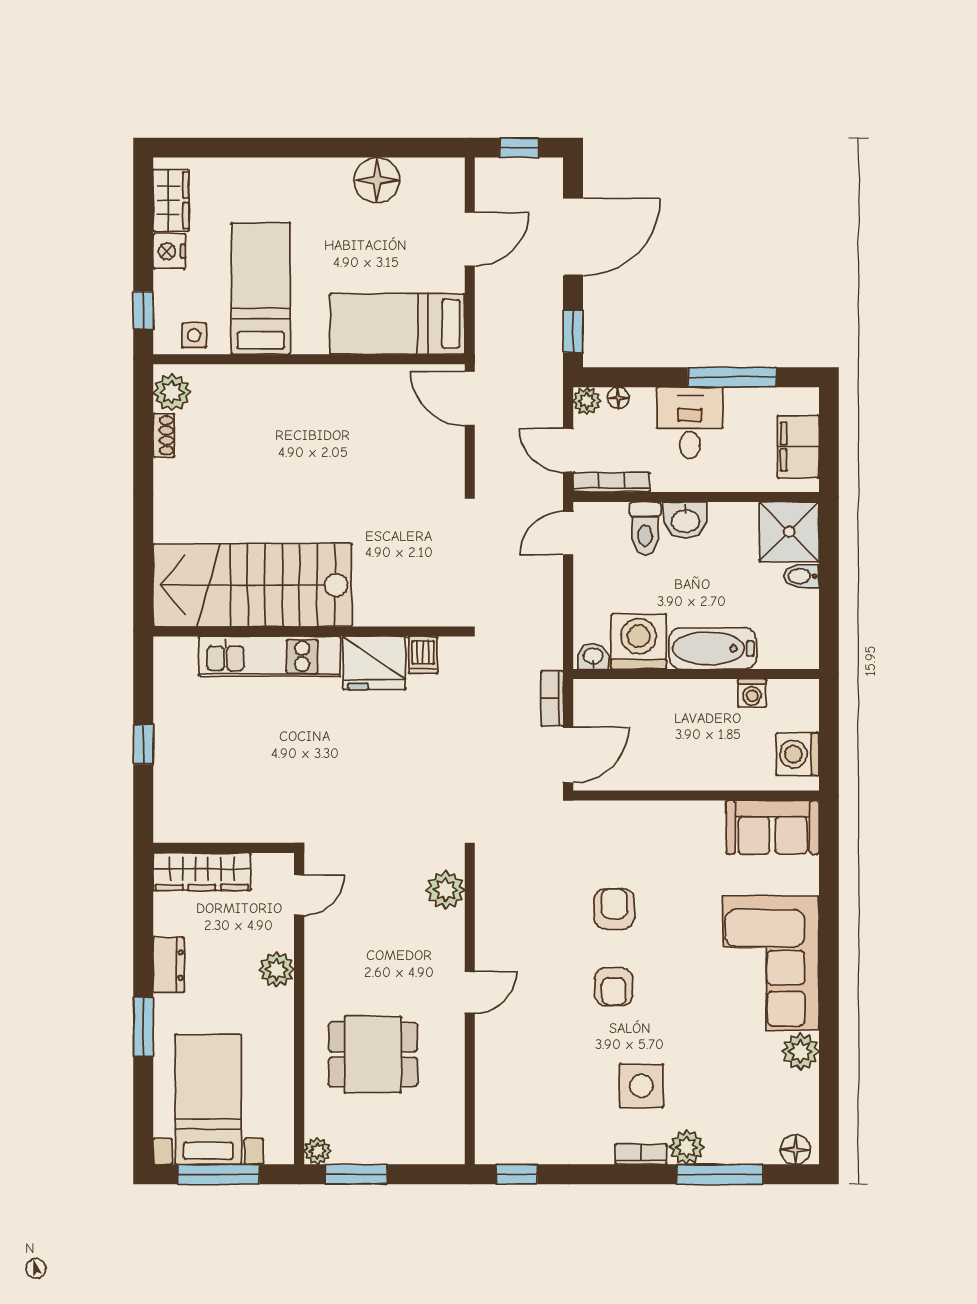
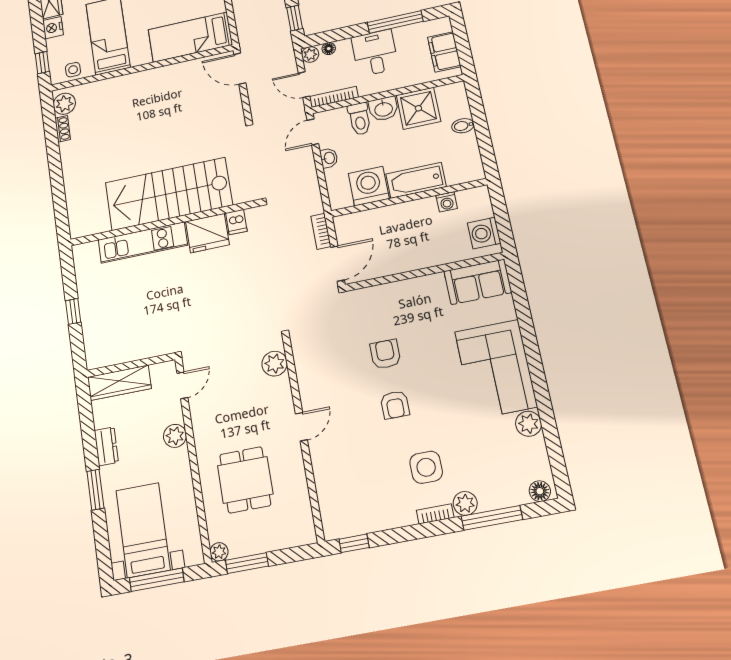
shower: (789, 532) -> (418, 108), moved
stairs: (253, 585) -> (169, 194), moved
washbasin: (593, 657) -> (329, 158), moved, turned 90
dining table: (373, 1055) -> (245, 480), turned 90

